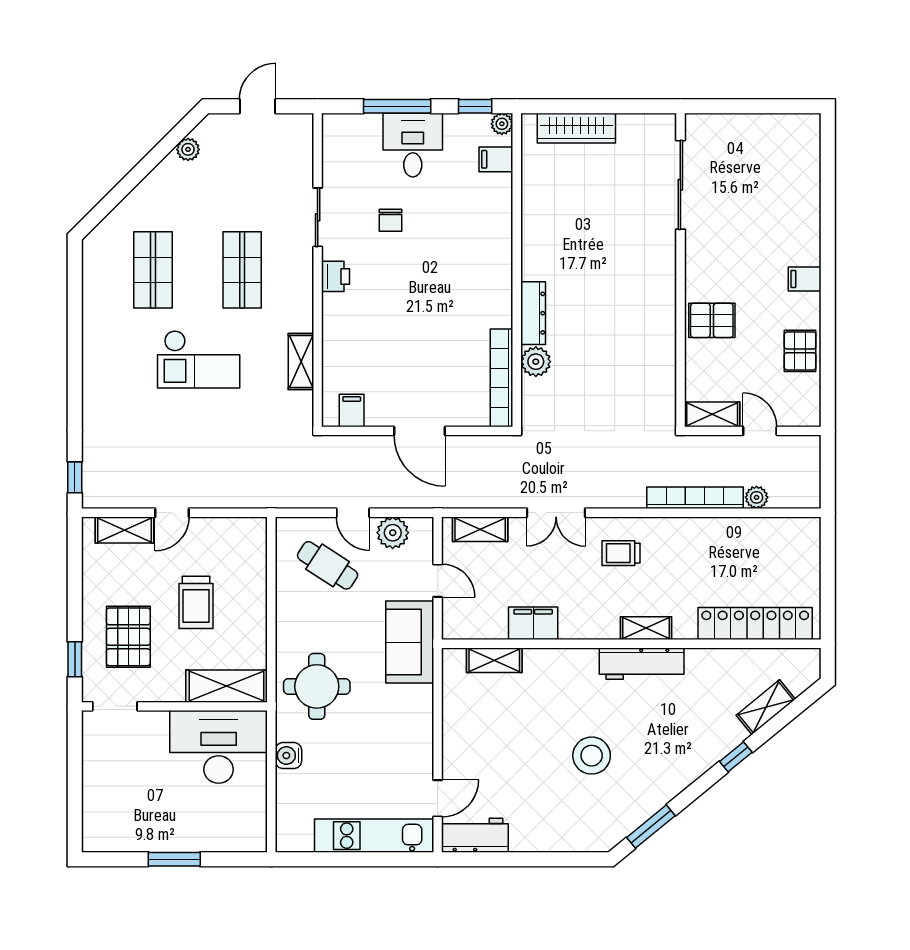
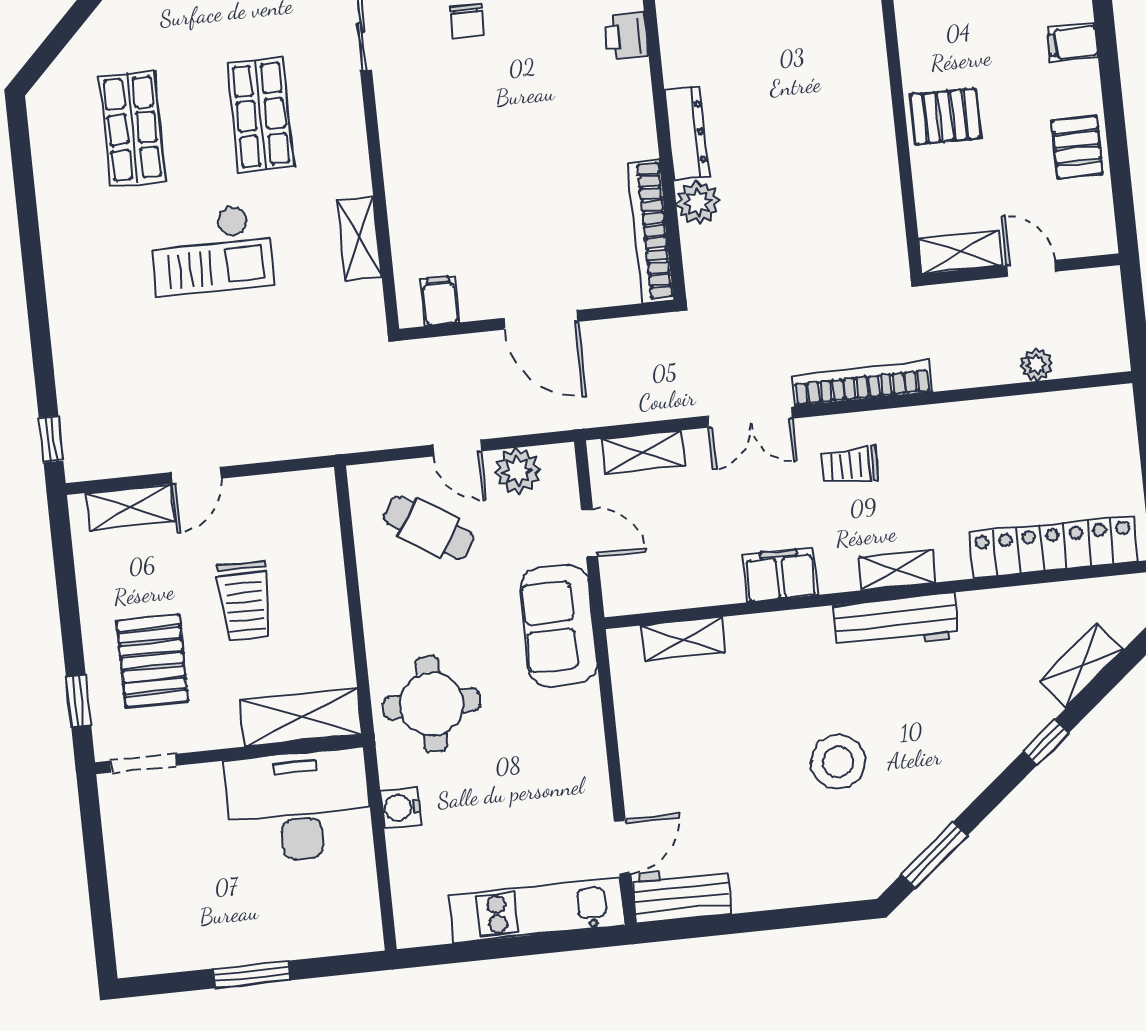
printer: (336, 276) -> (626, 36), moved, turned 180
bookcase: (695, 498) -> (862, 384), moved
filing cabinet: (533, 623) -> (780, 575), moved

